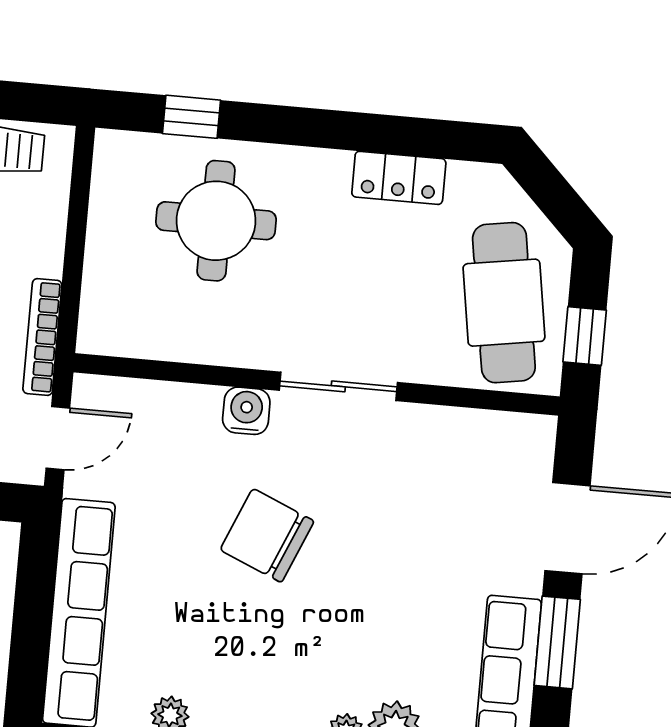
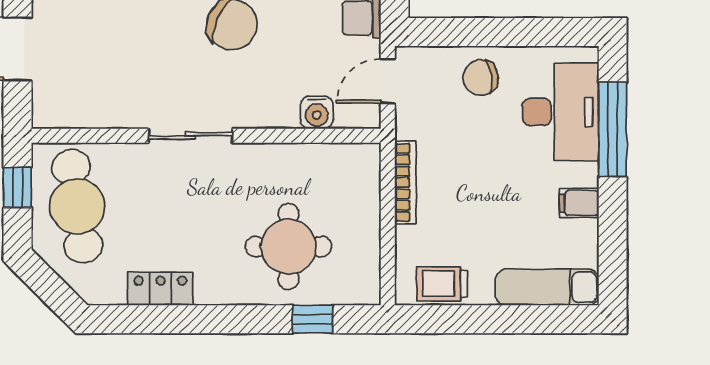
bookcase: (42, 337) -> (405, 183), moved
water cooler: (246, 411) -> (317, 112), moved

